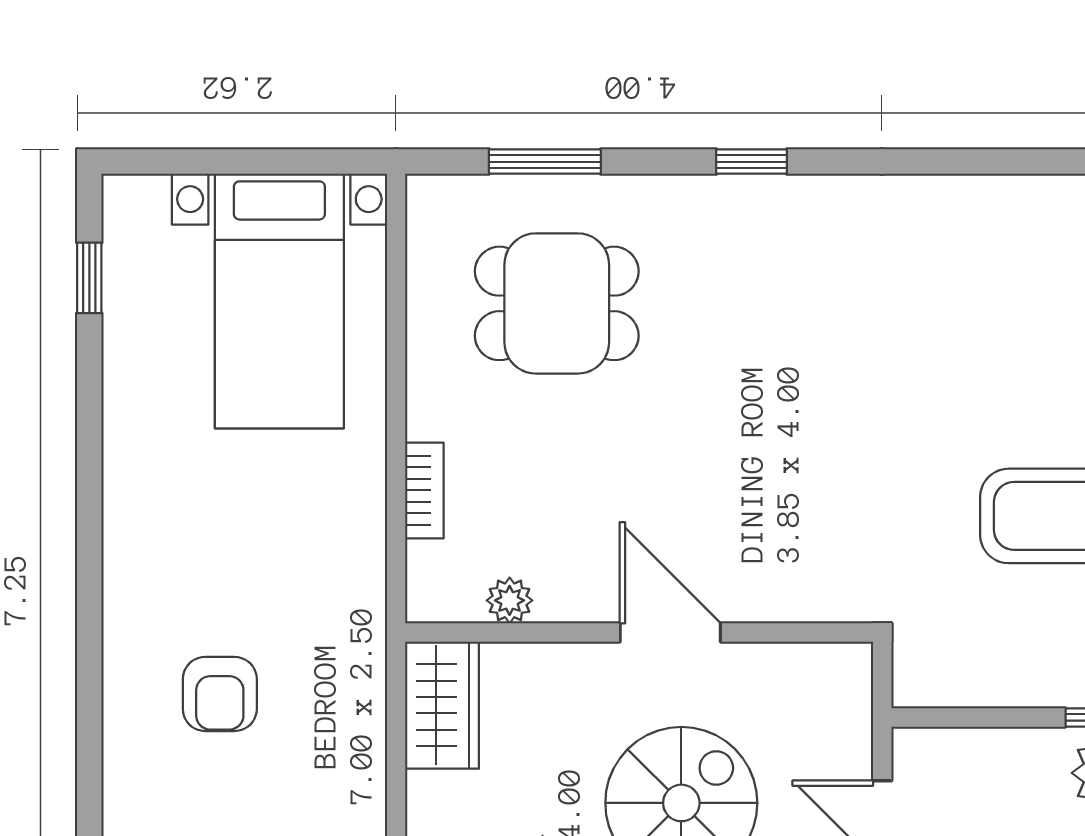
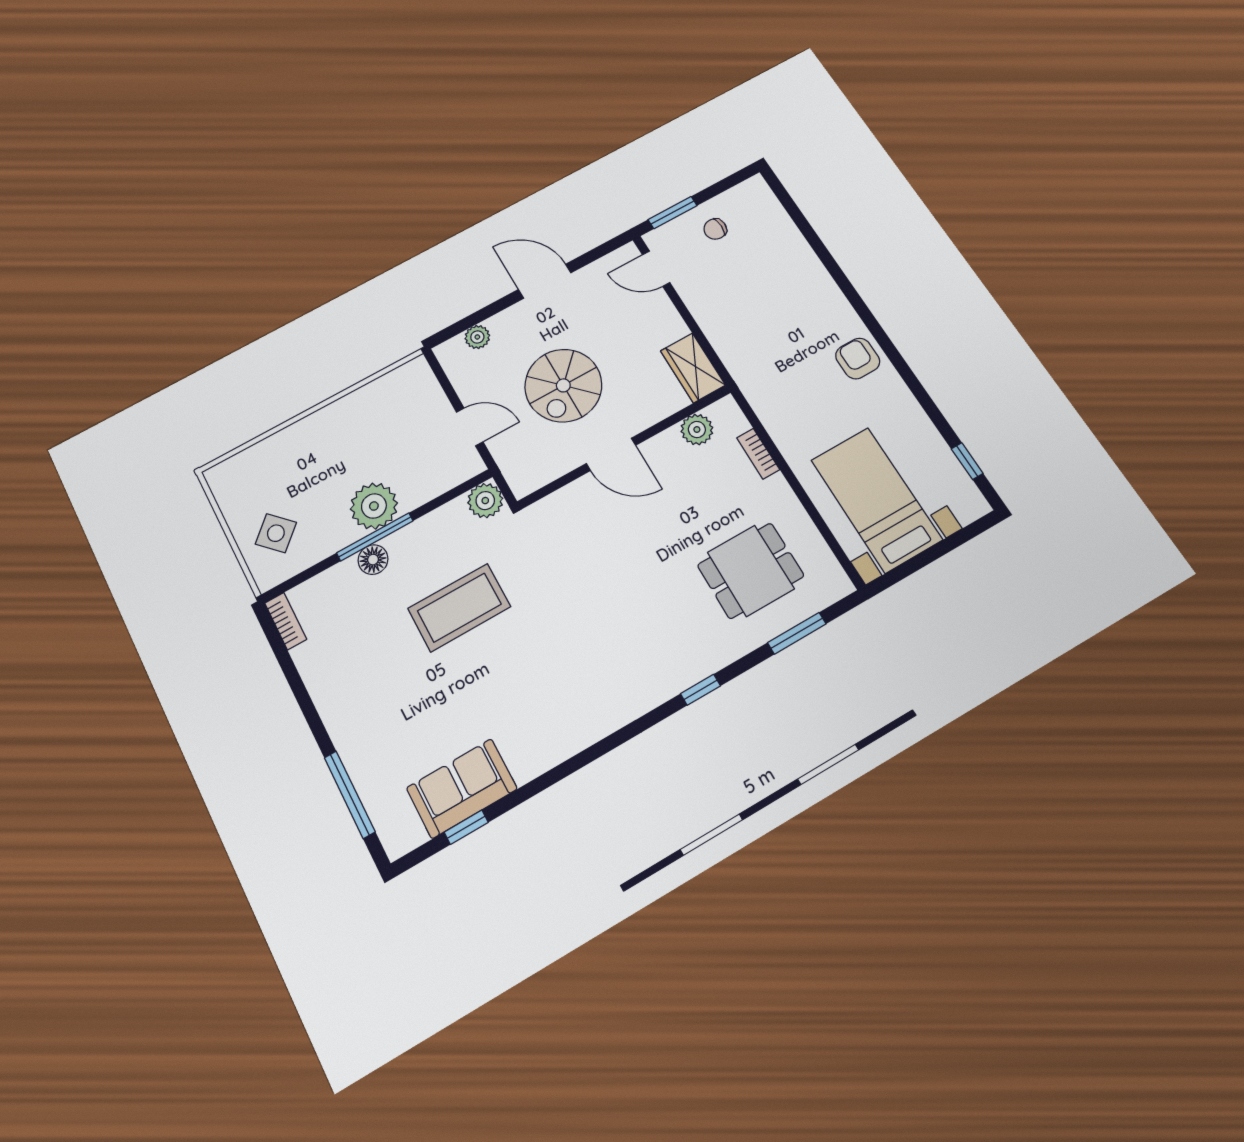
plant: (510, 600) -> (697, 430), width x1.38, depth x1.38
plant: (926, 674) -> (485, 501), added
armchair: (220, 694) -> (858, 359), moved

